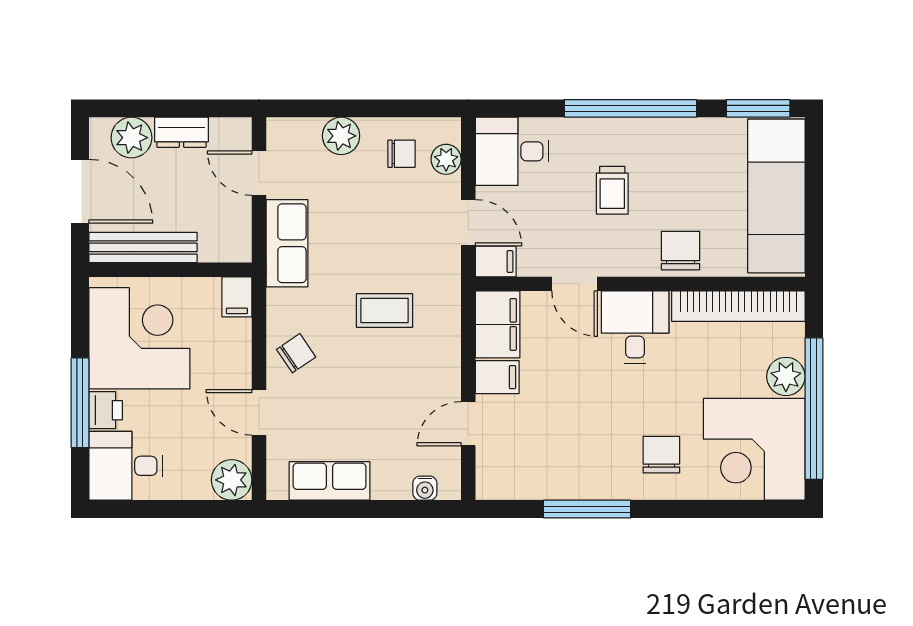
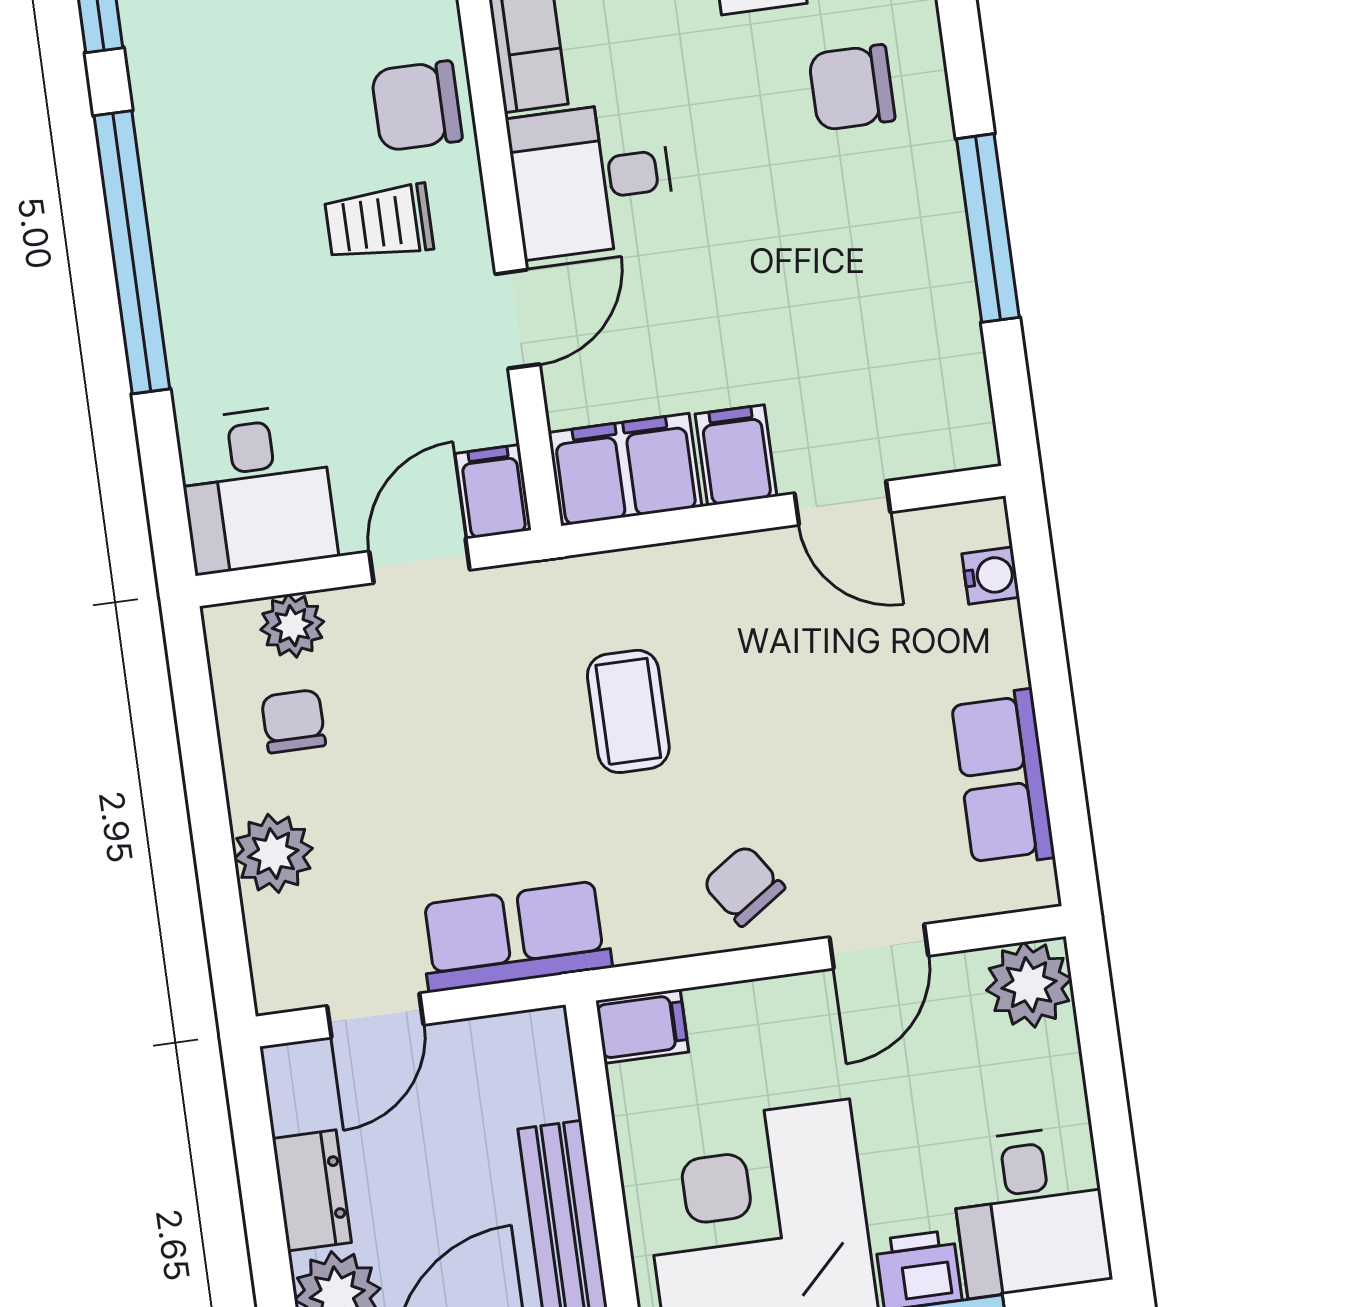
trolley: (612, 190) -> (379, 223), moved, turned 180

